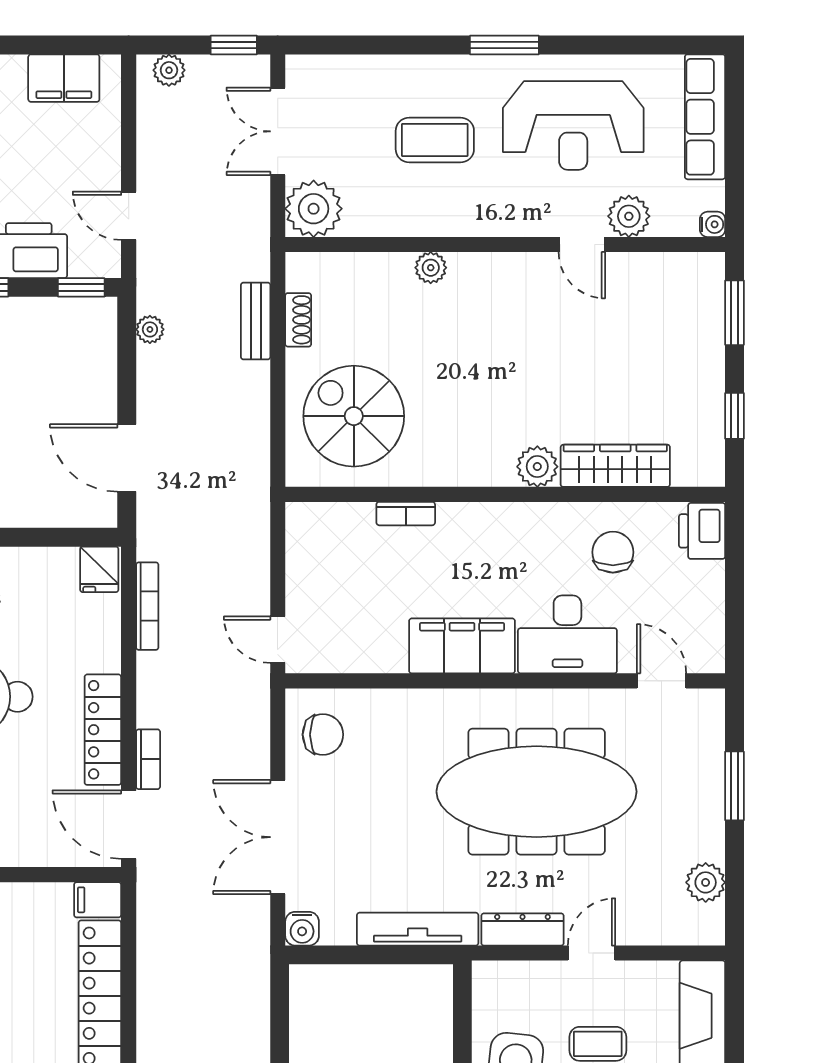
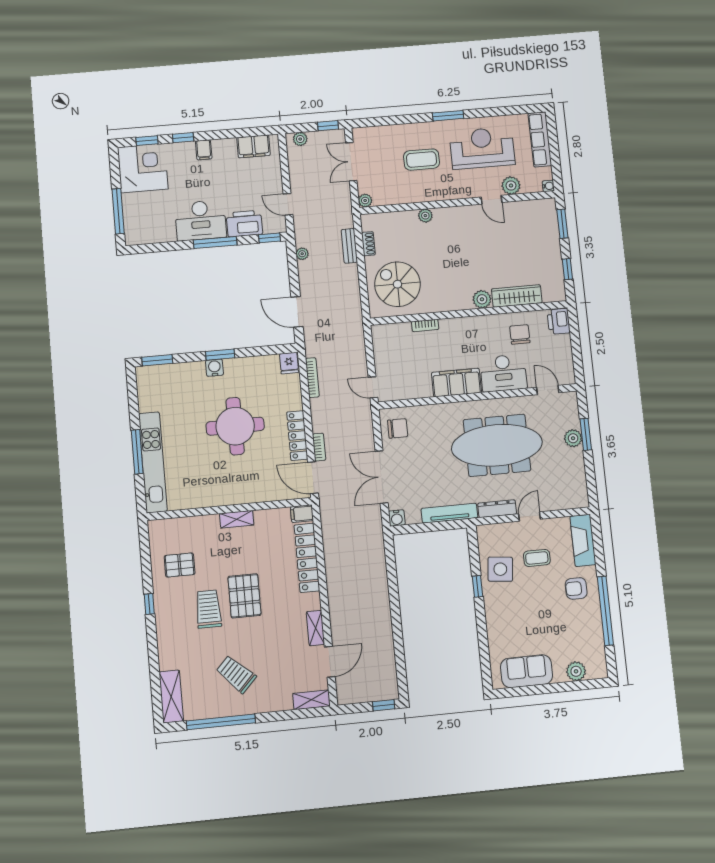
reception desk: (573, 125) -> (482, 148), turned 180
plant: (314, 209) -> (365, 200), width x0.53, depth x0.53
plant: (706, 882) -> (573, 438), moved

